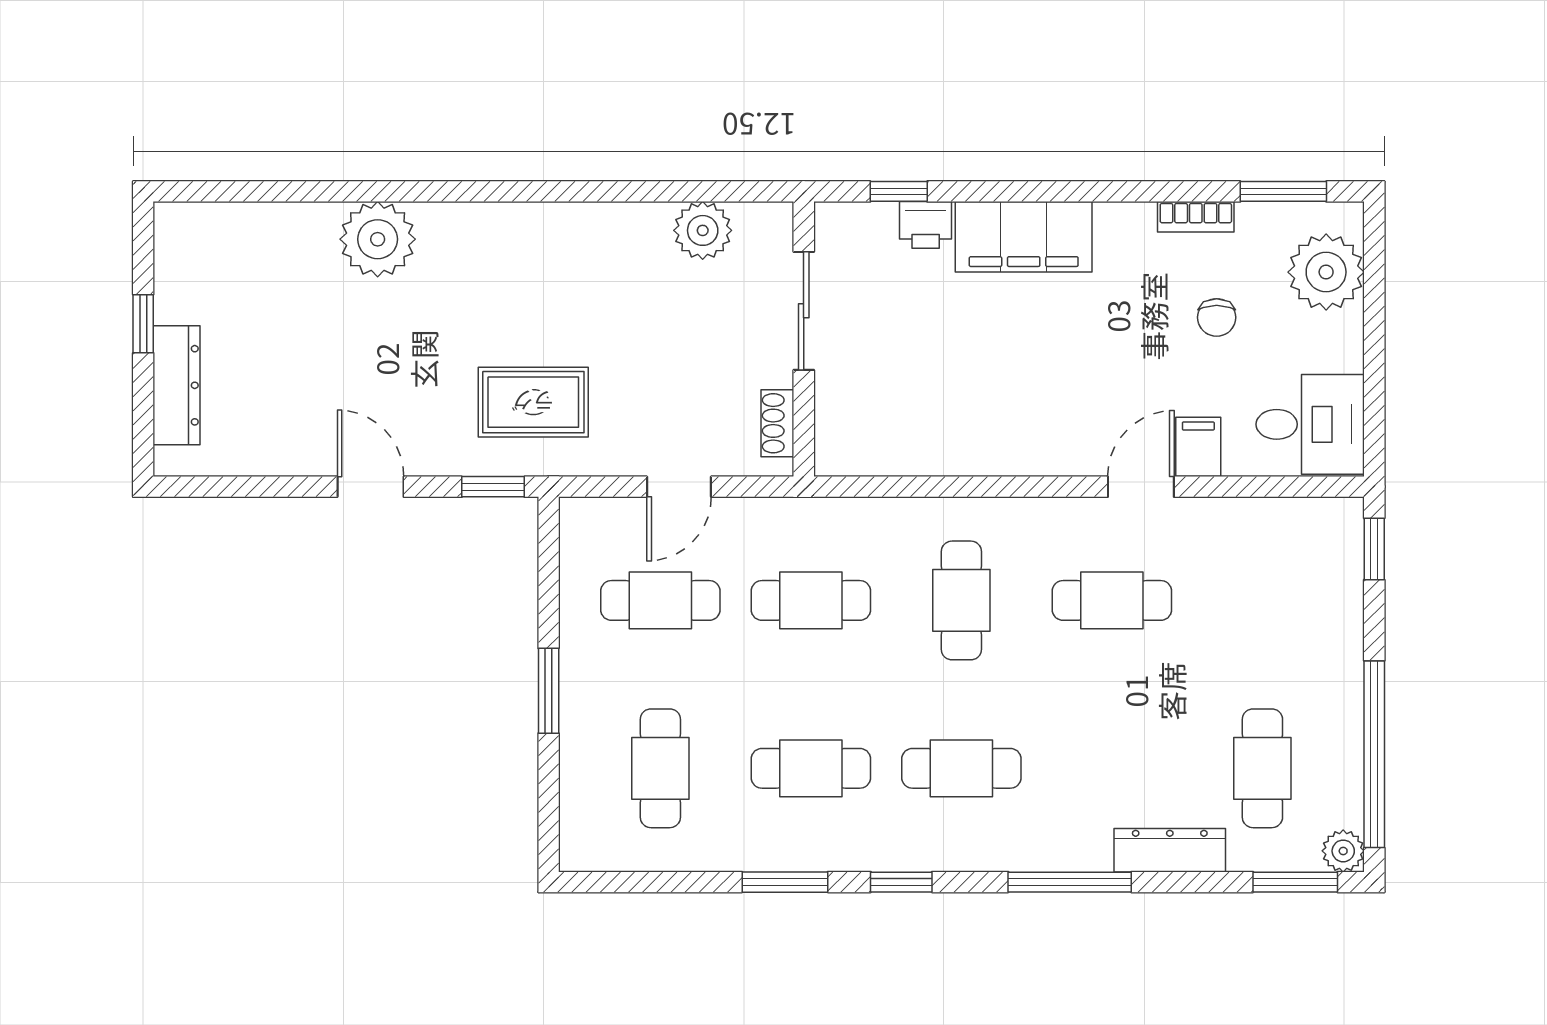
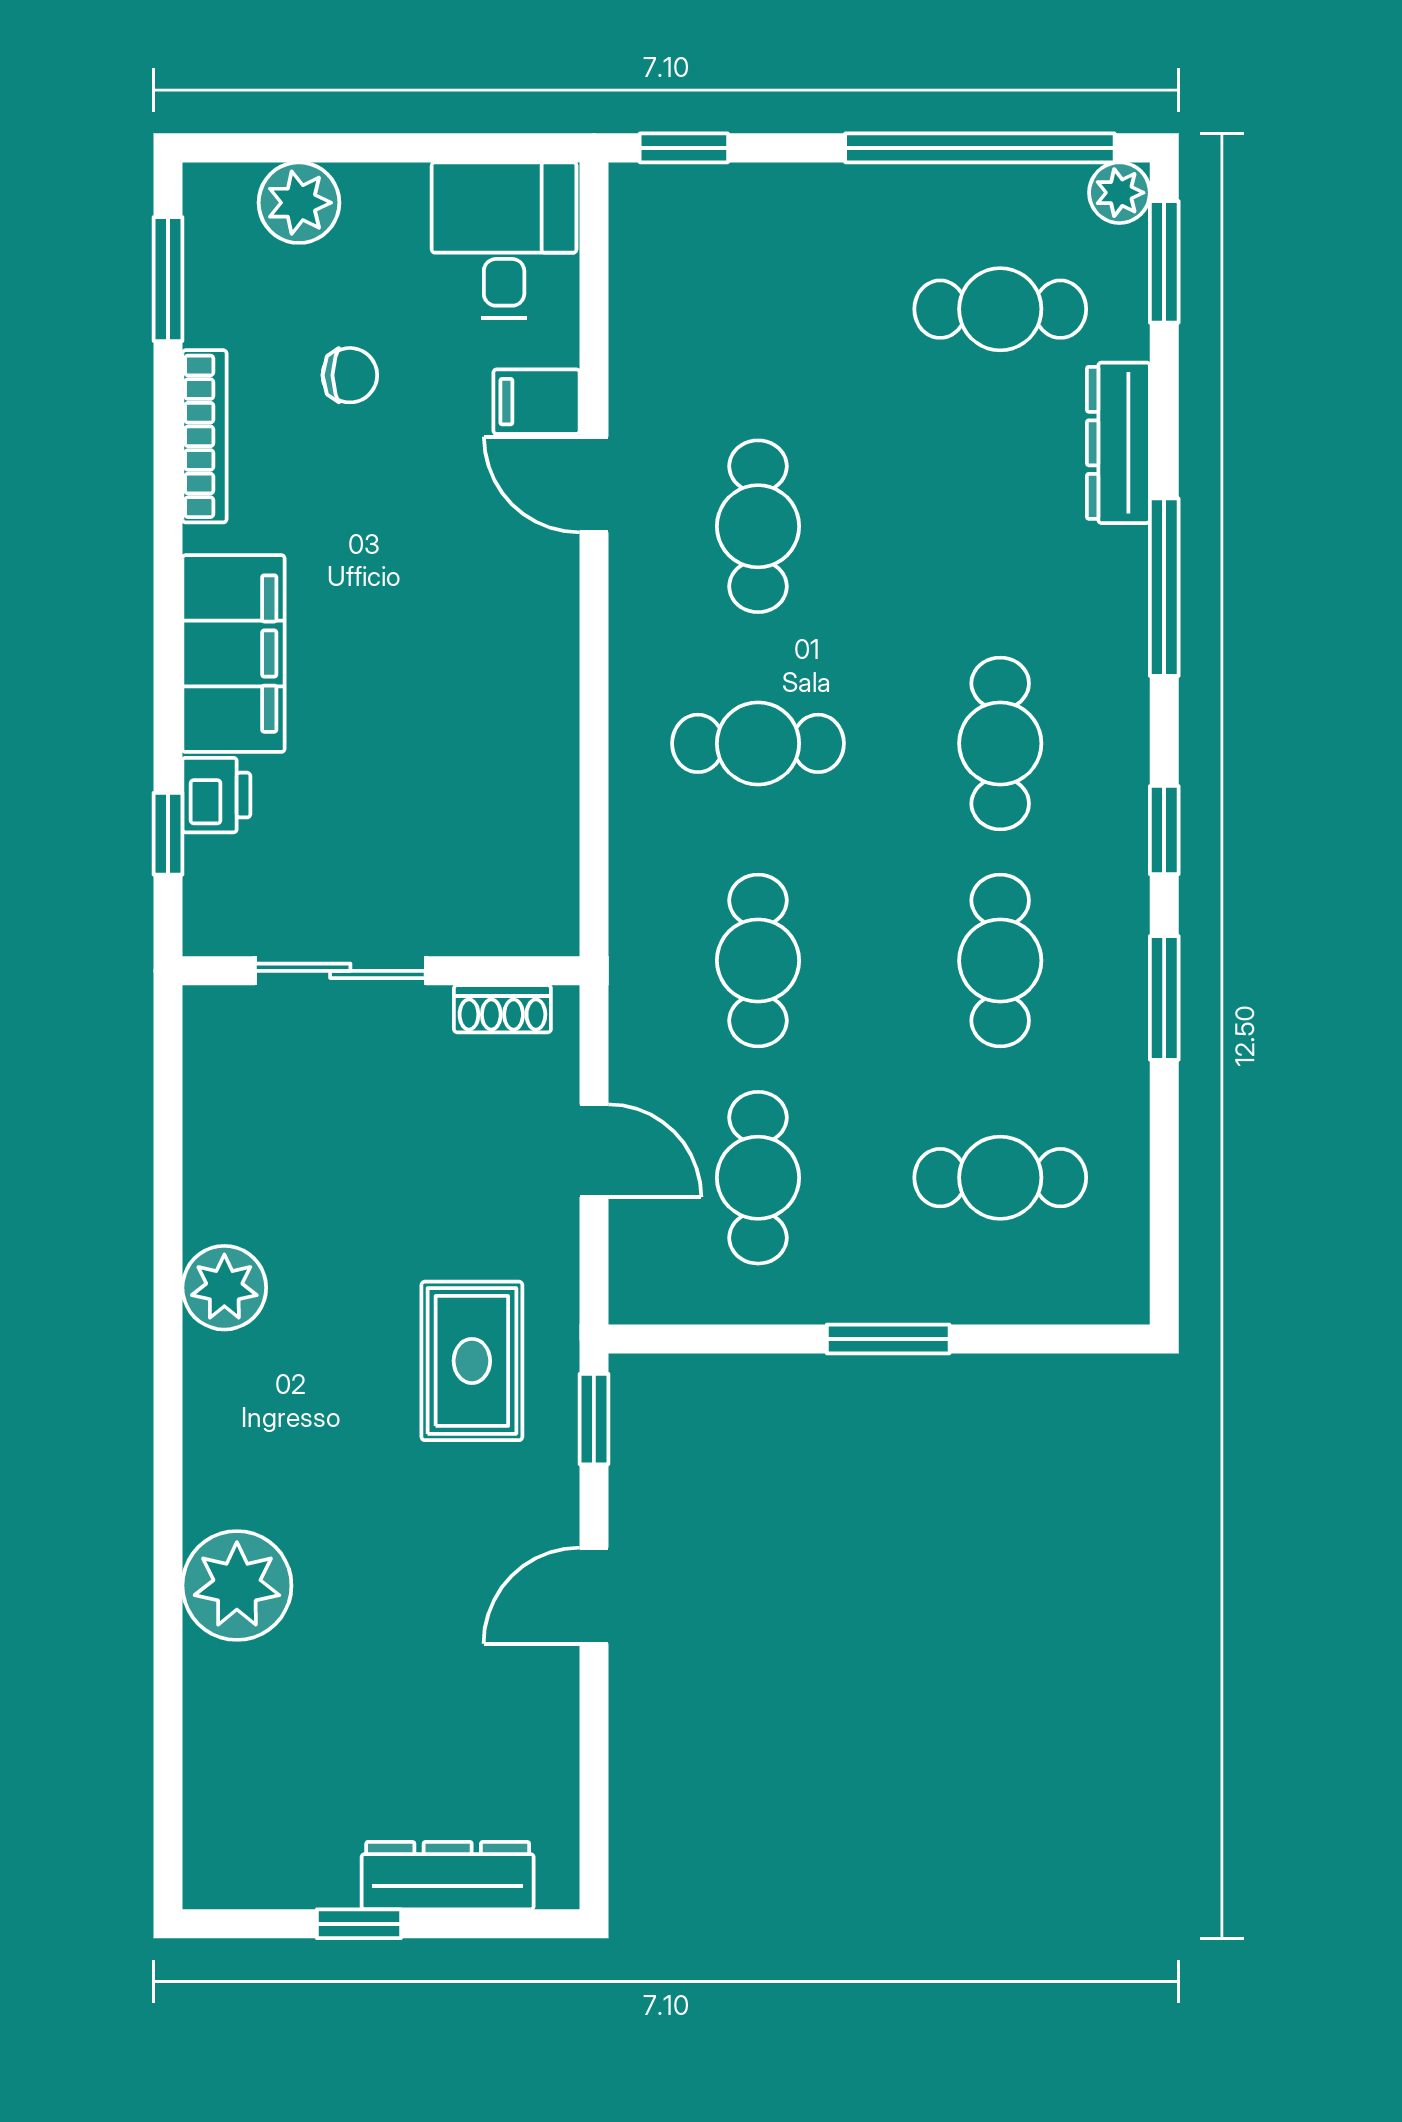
bookcase: (1196, 217) -> (205, 436), width x1.56
plant: (703, 230) -> (224, 1288), moved
plant: (1326, 272) -> (299, 203), width x0.73, depth x0.73

